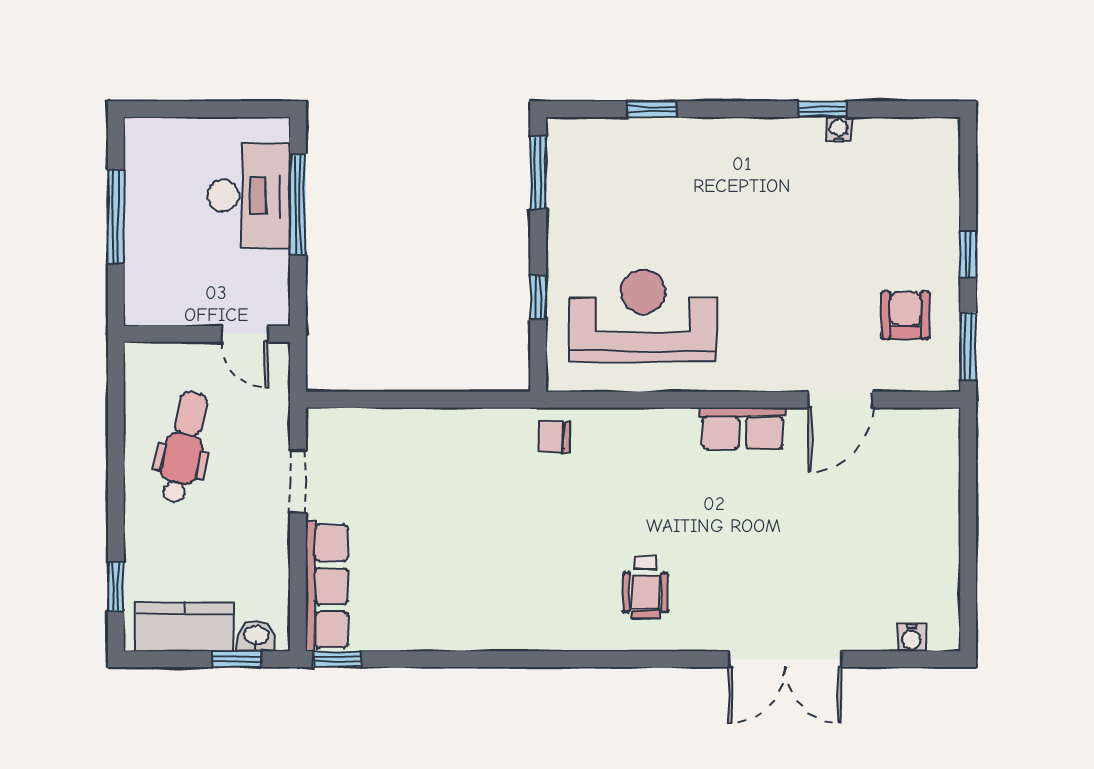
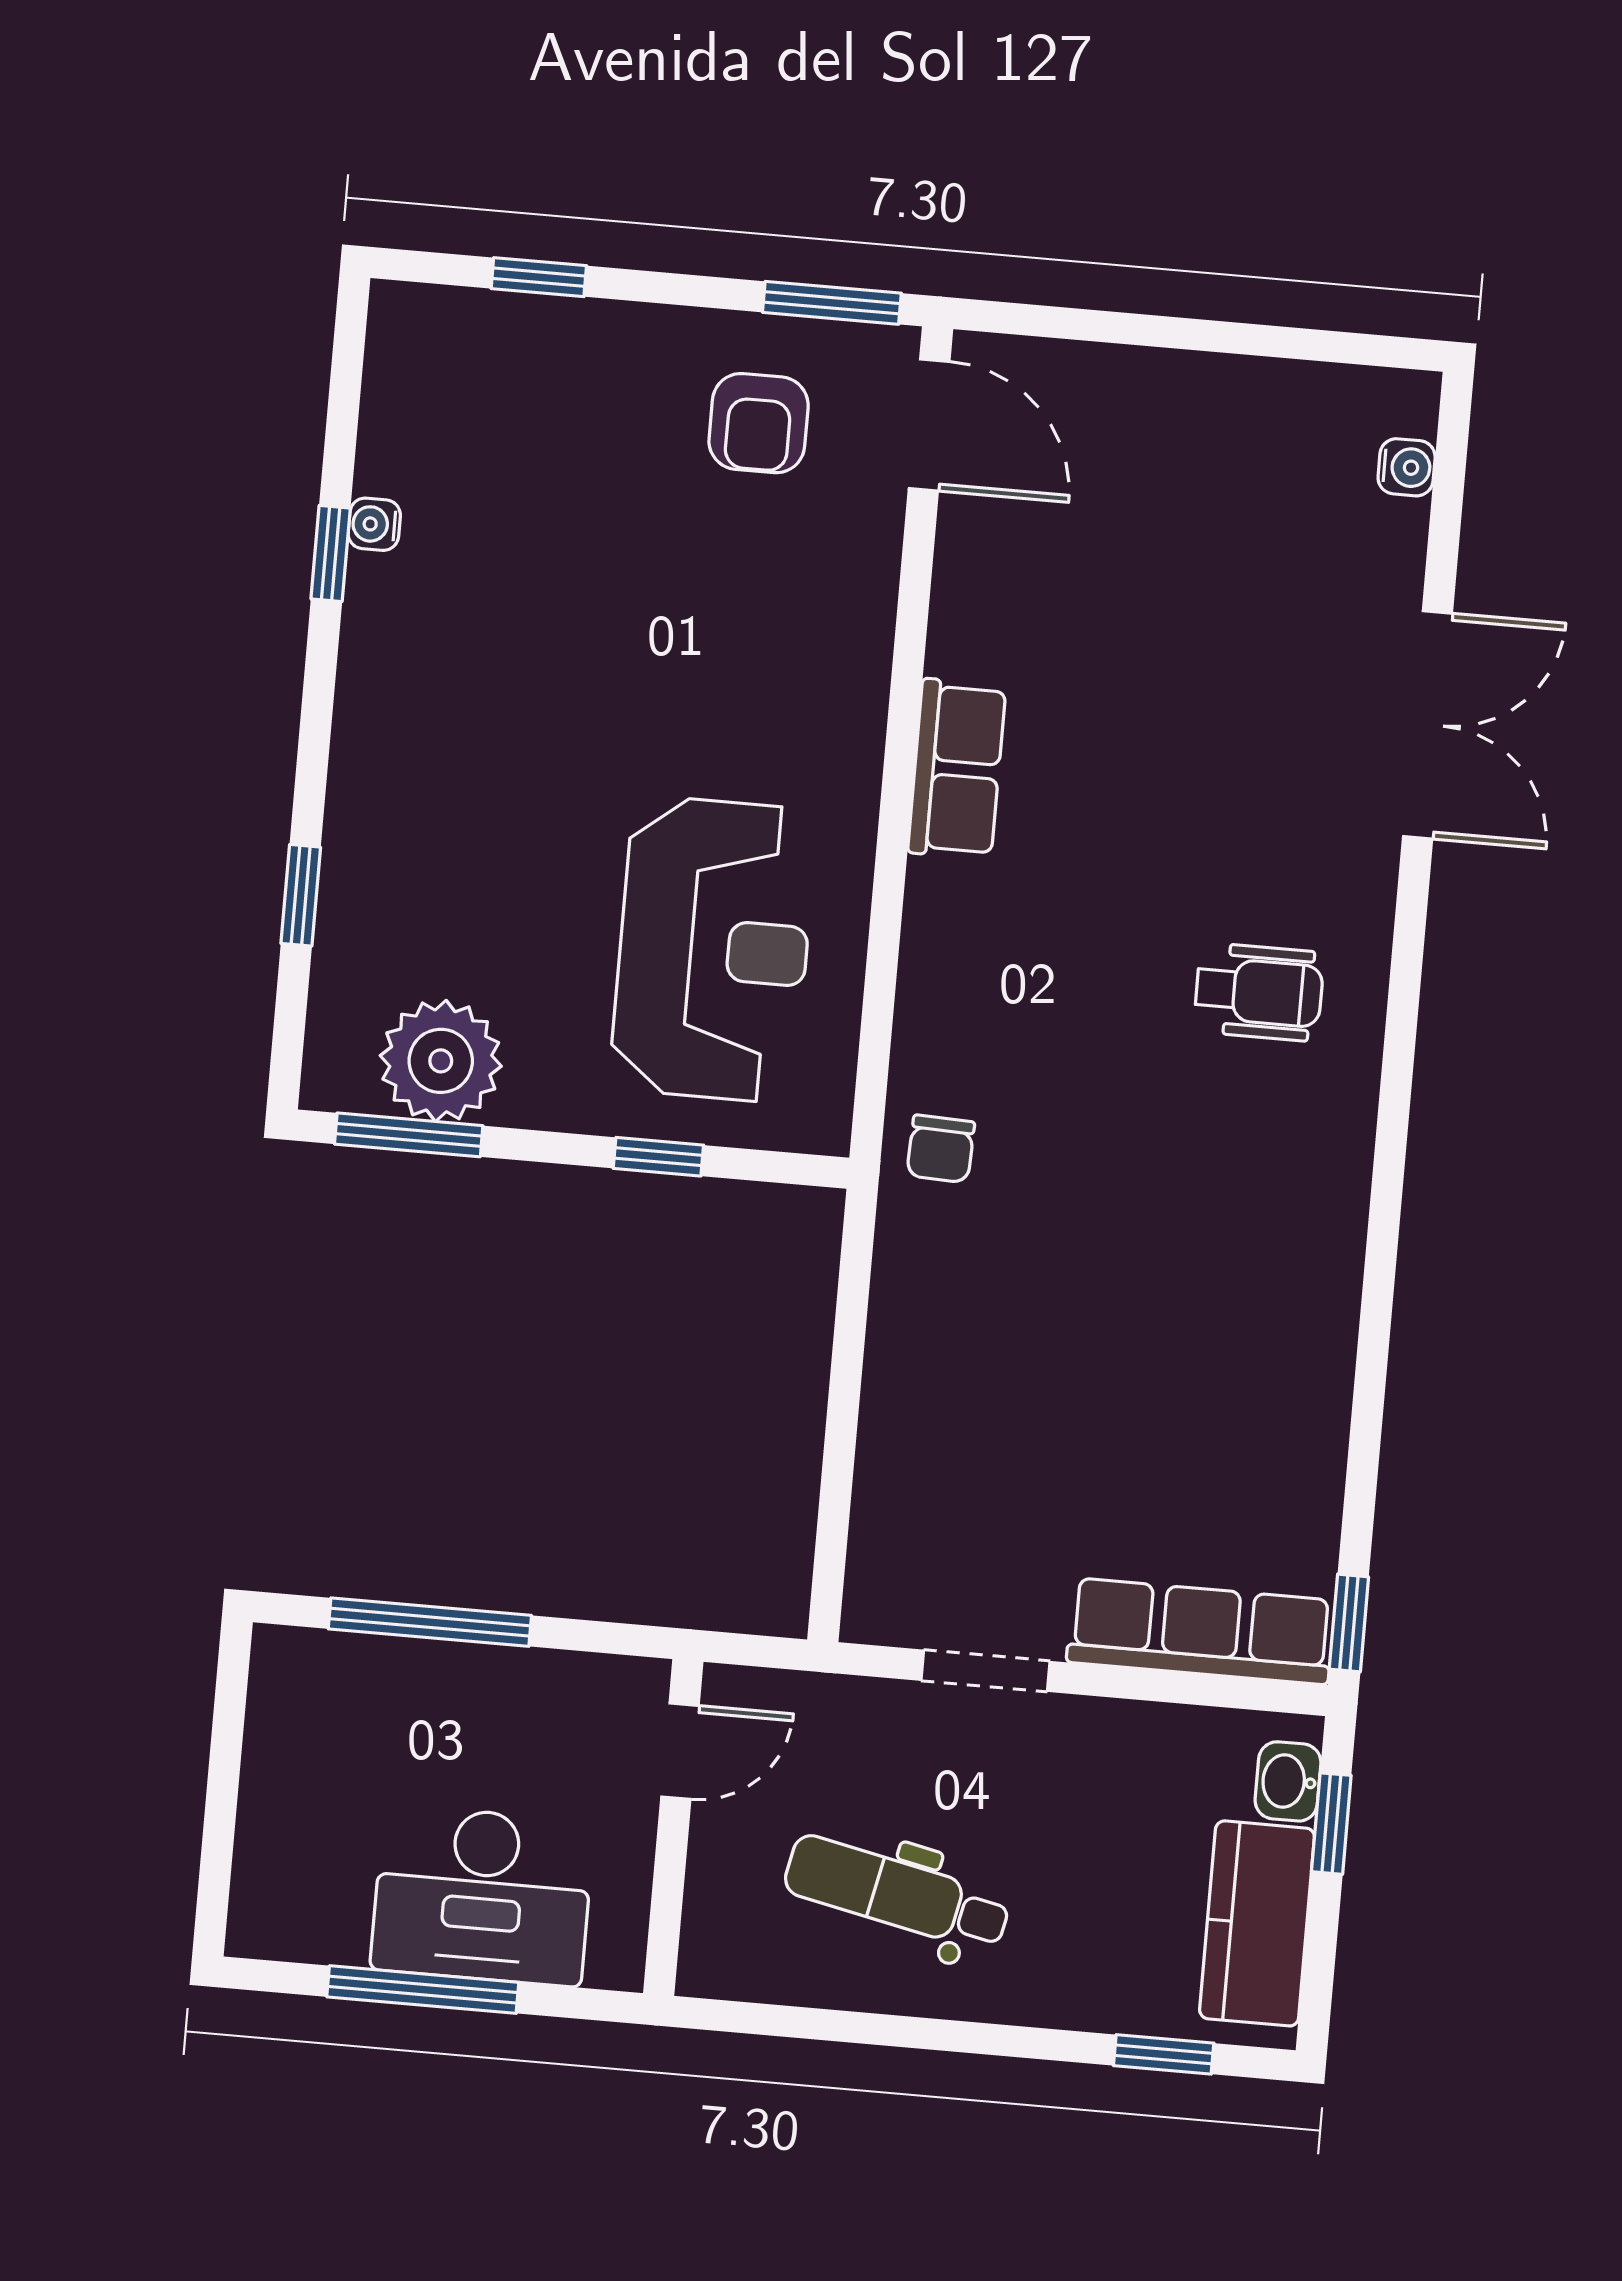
plant: (576, 186) -> (441, 1061), added
desk: (249, 196) -> (482, 1895), moved, turned 180
window: (968, 254) -> (539, 277), moved
armchair: (905, 315) -> (759, 423), turned -90
reception desk: (643, 316) -> (713, 949), turned 180
door: (840, 400) -> (929, 425), moved

